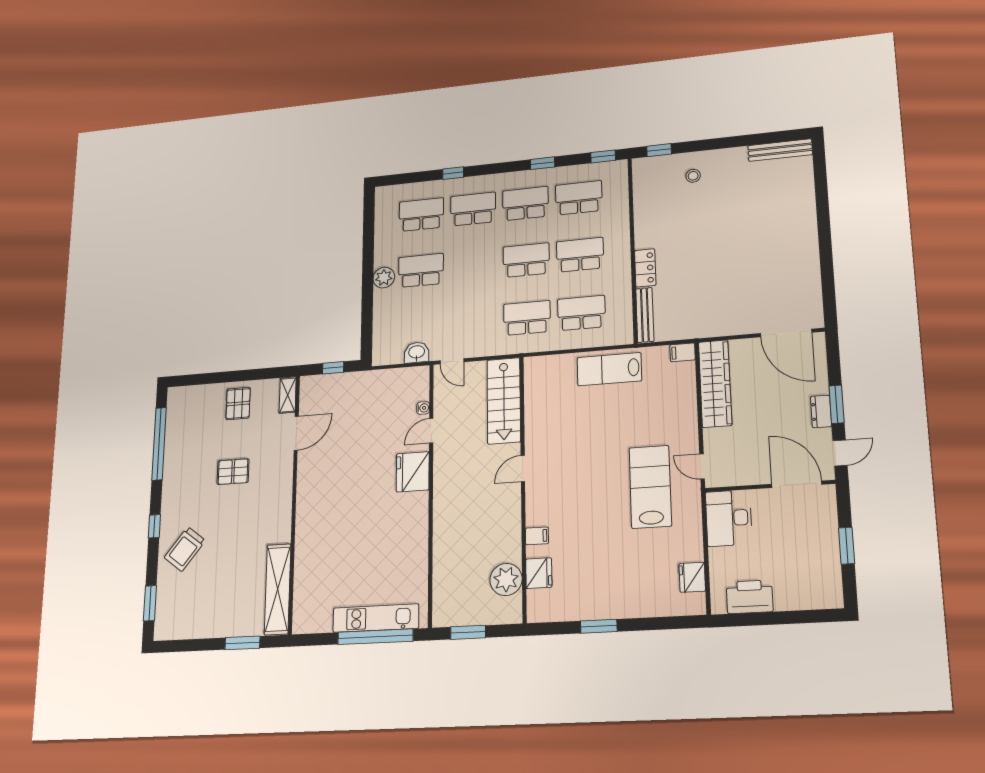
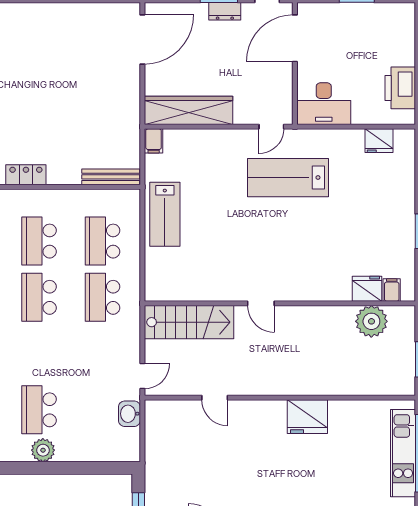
locker: (645, 268) -> (26, 175), moved
water cooler: (423, 408) -> (190, 406), removed
fridge: (413, 472) -> (307, 417), moved
filing cabinet: (537, 536) -> (392, 290), moved

